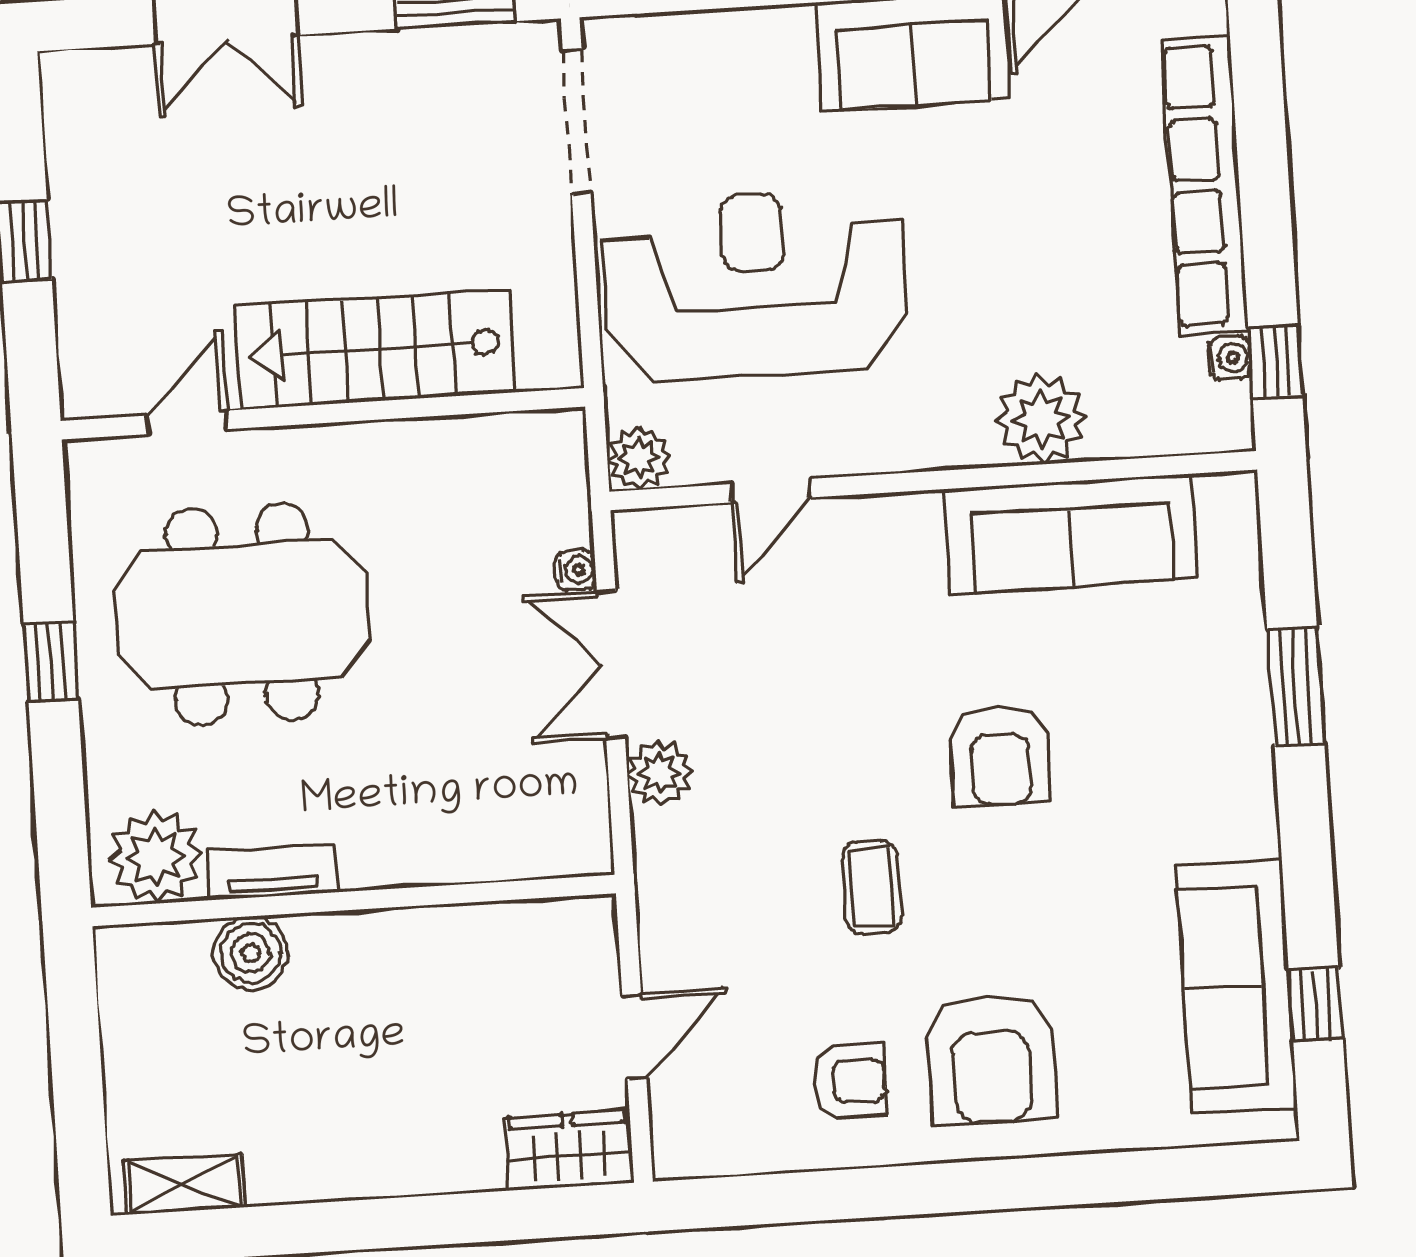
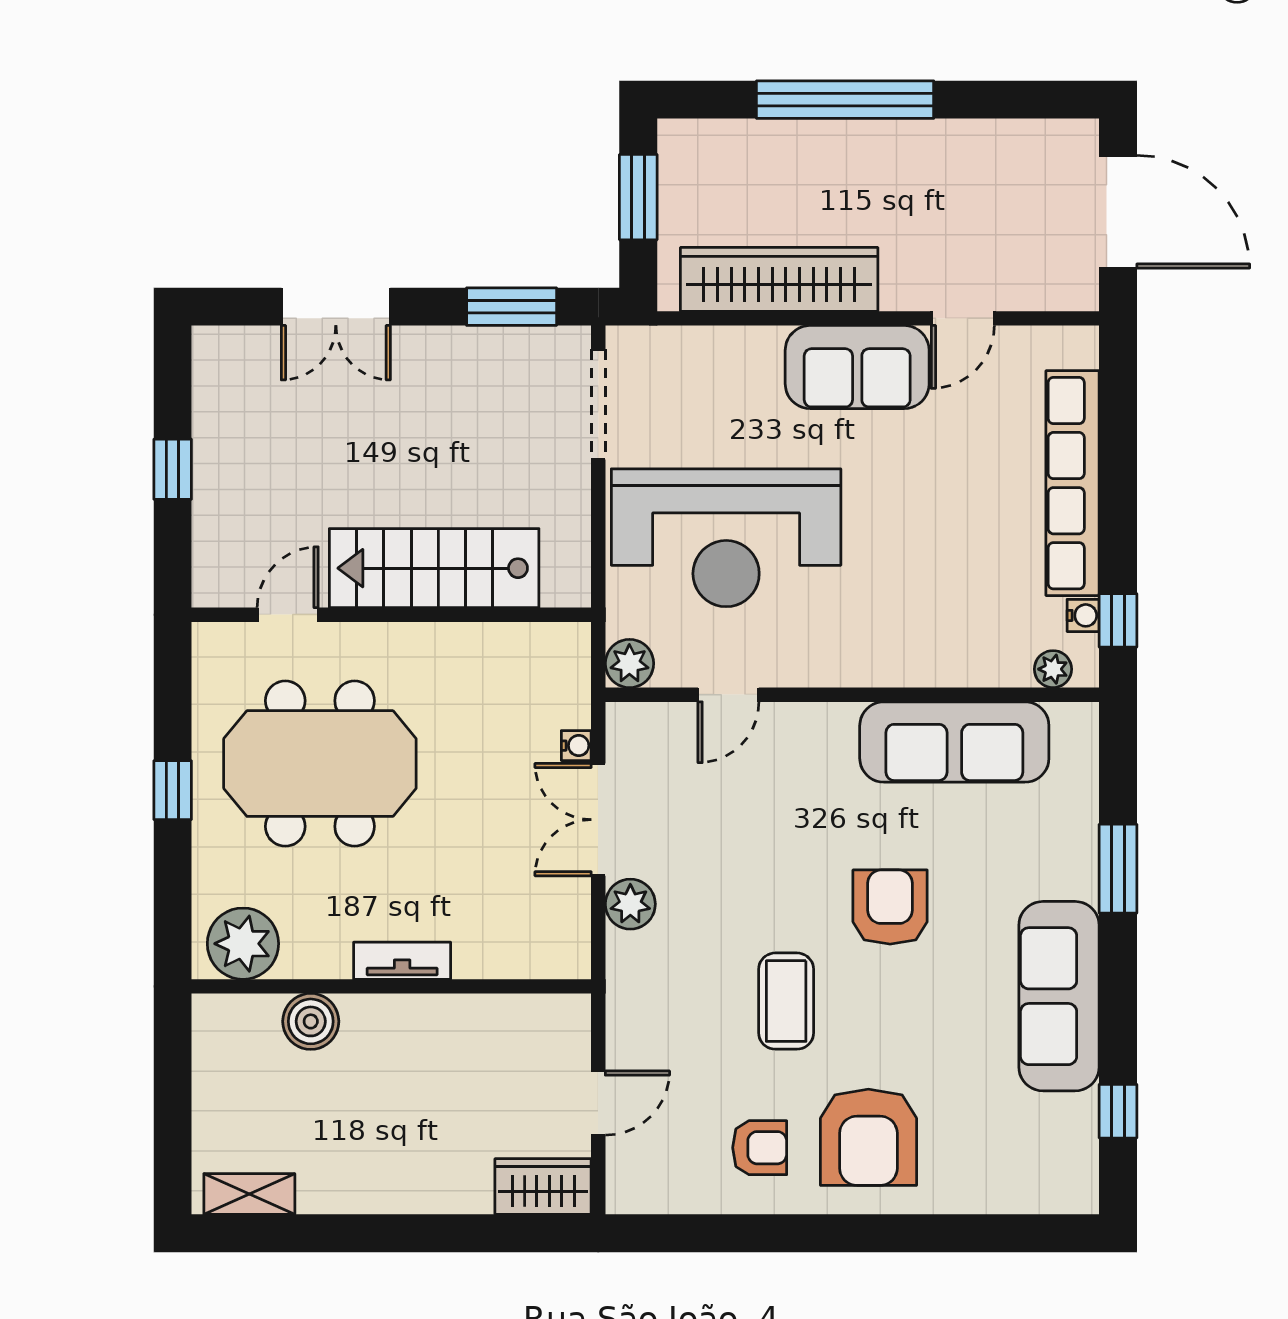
reception desk: (755, 285) -> (726, 538), turned 180
plant: (1042, 419) -> (1053, 669), moved, width x0.53, depth x0.53
armchair: (1000, 756) -> (890, 907), turned 180
tv unit: (272, 872) -> (402, 961), moved
coffee table: (872, 887) -> (786, 1001), width x1.36, depth x1.30
sofa: (1237, 986) -> (1059, 996), moved

